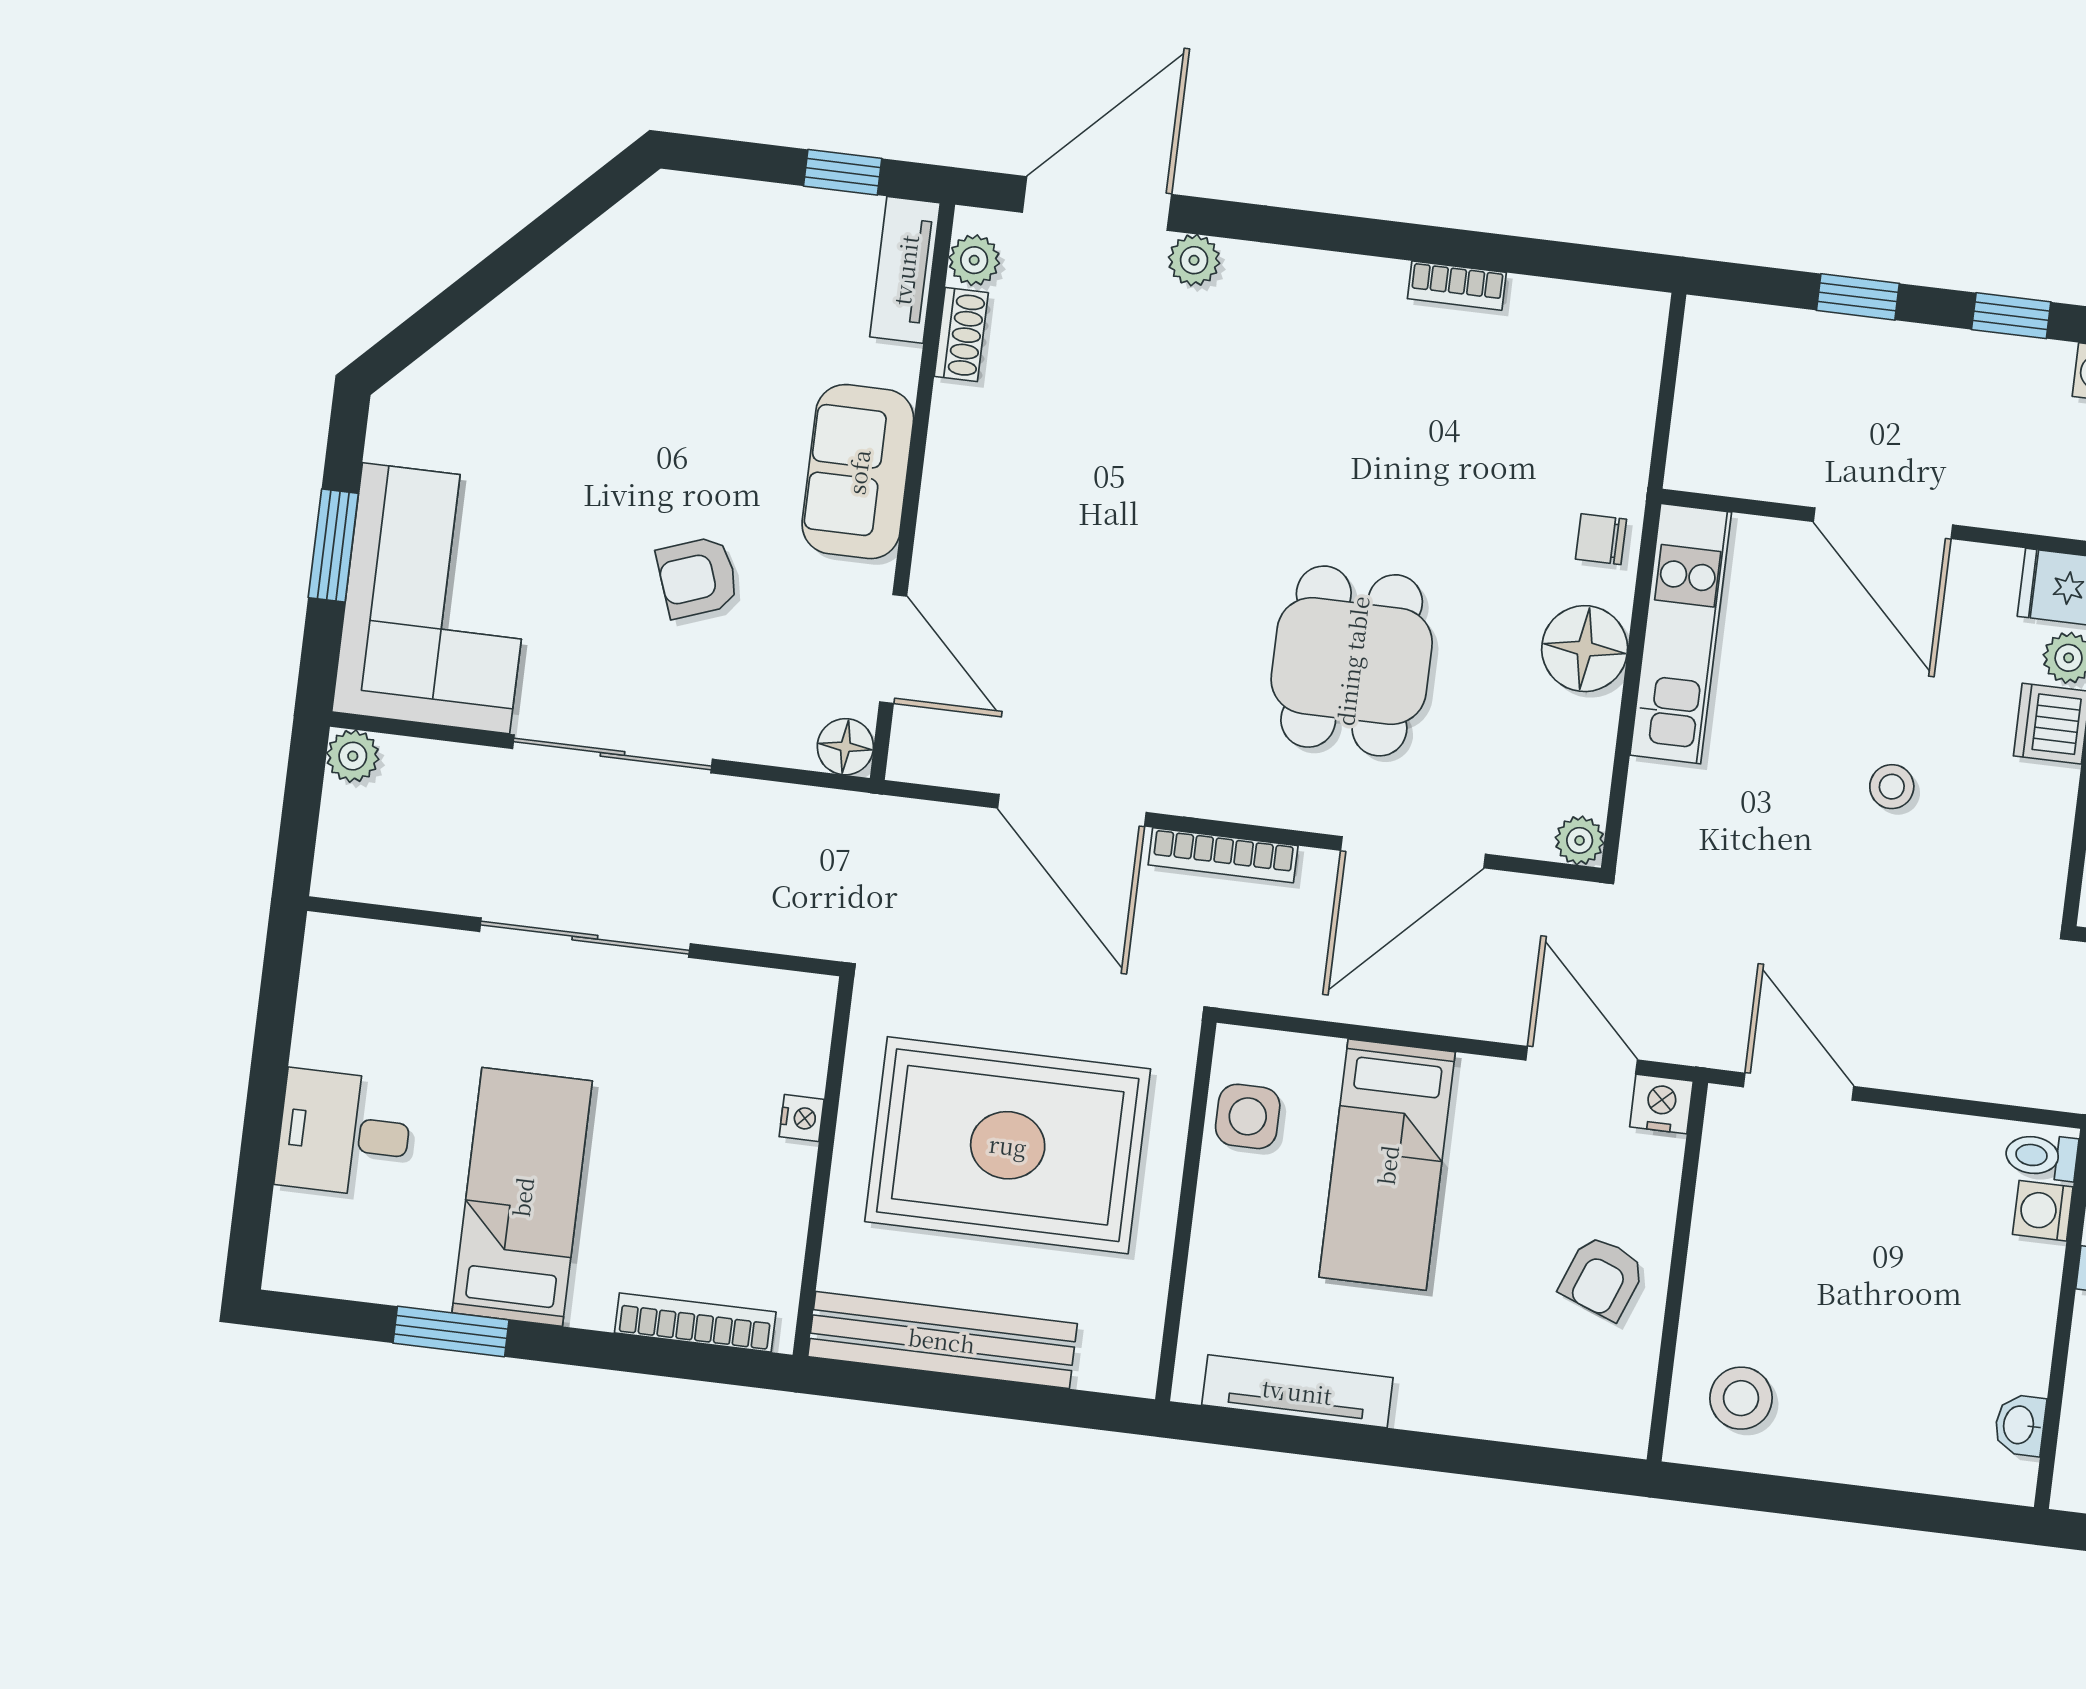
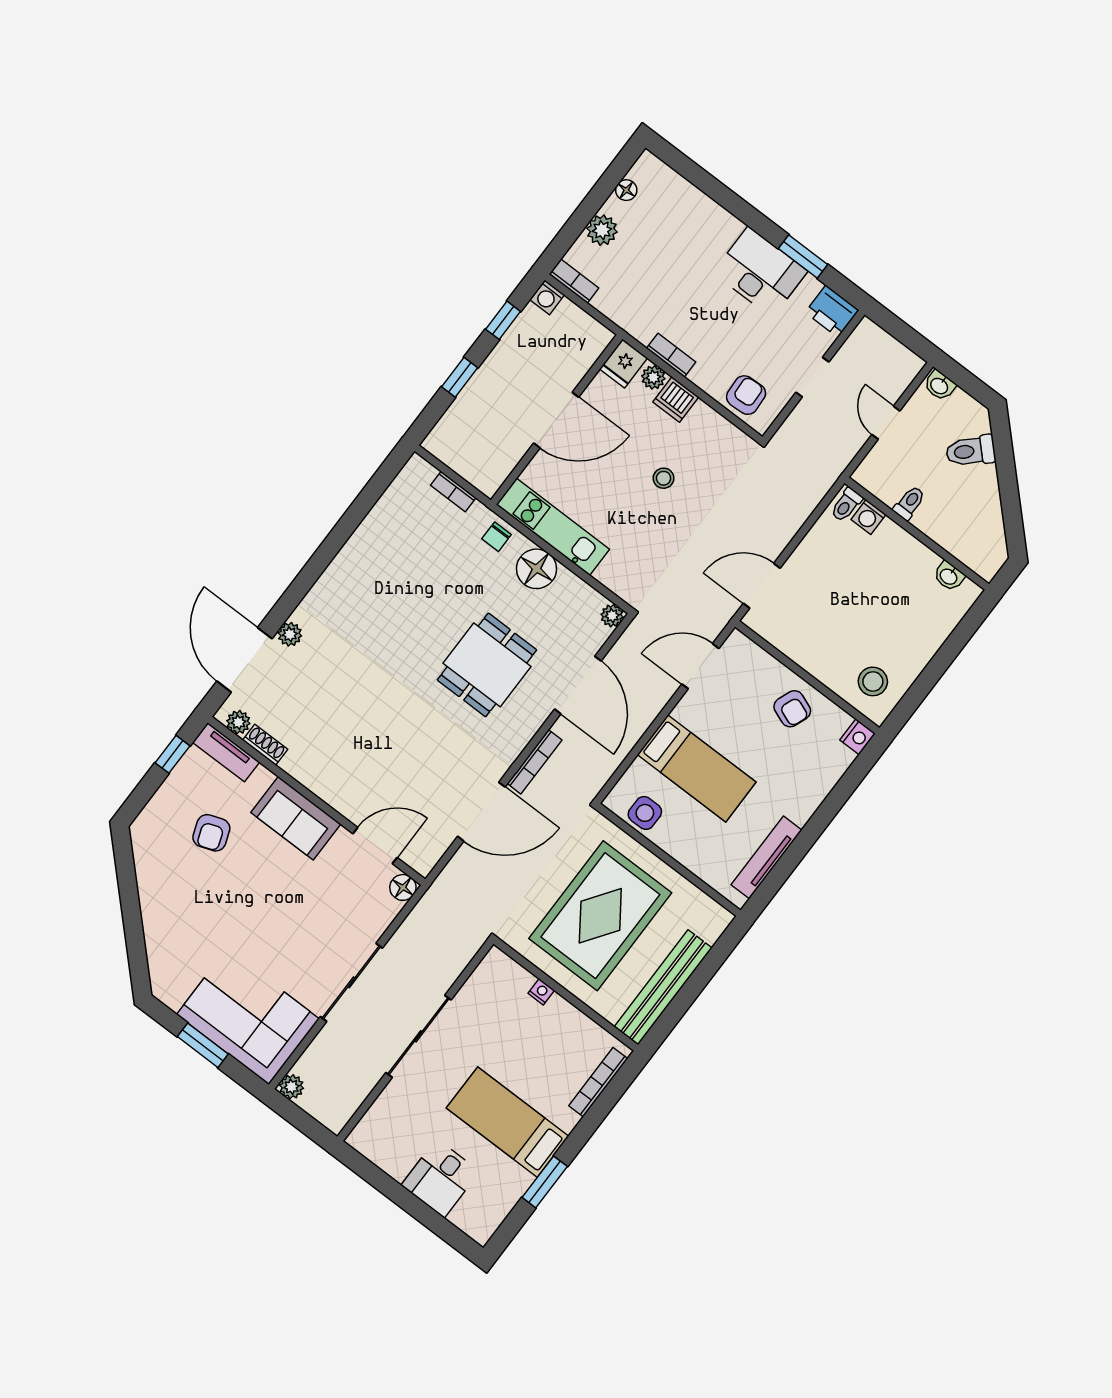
bookcase: (1457, 286) -> (453, 491), moved, turned 90
armchair: (698, 577) -> (211, 833), moved
dining table: (1352, 661) -> (487, 665), turned 90
nightstand: (1661, 1104) -> (858, 737), moved, turned 180

